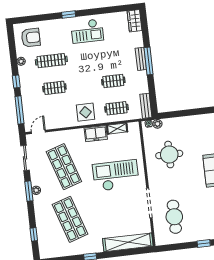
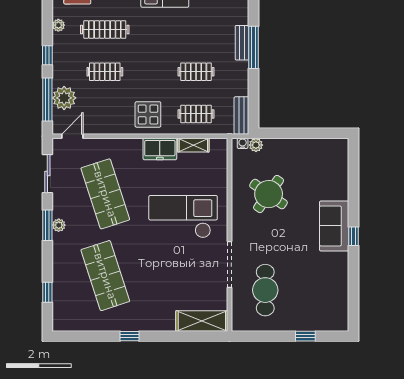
plant: (30, 108) -> (64, 98), added
round table: (169, 155) -> (269, 194), turned 35
shelving: (128, 242) -> (202, 321), width x0.68

